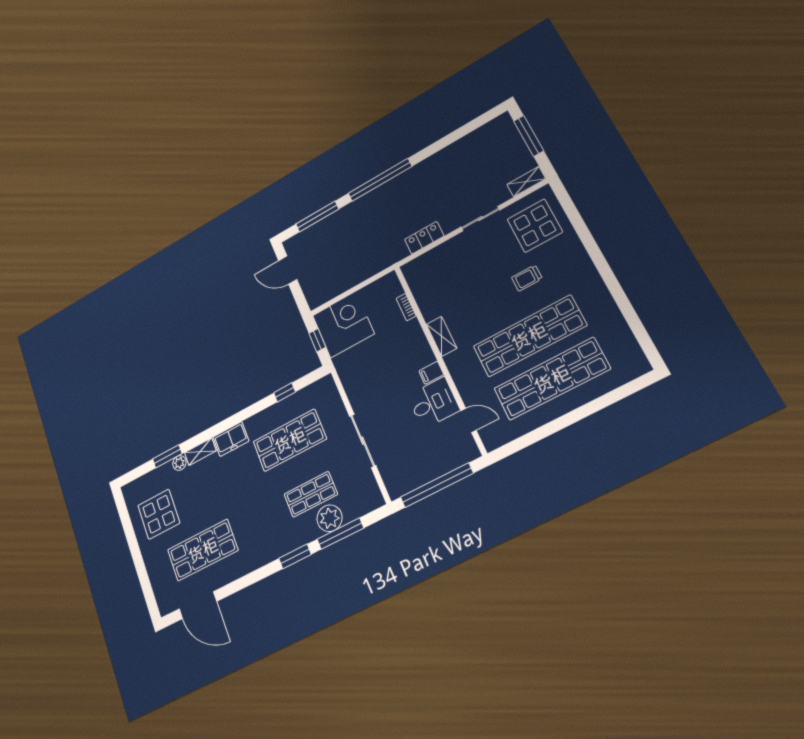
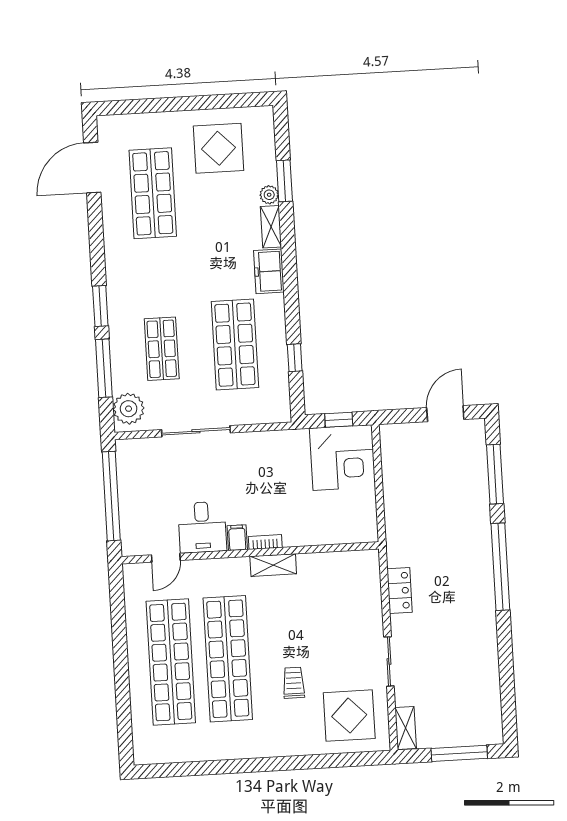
bookcase: (406, 307) -> (265, 542), moved
plant: (330, 518) -> (129, 409), moved

